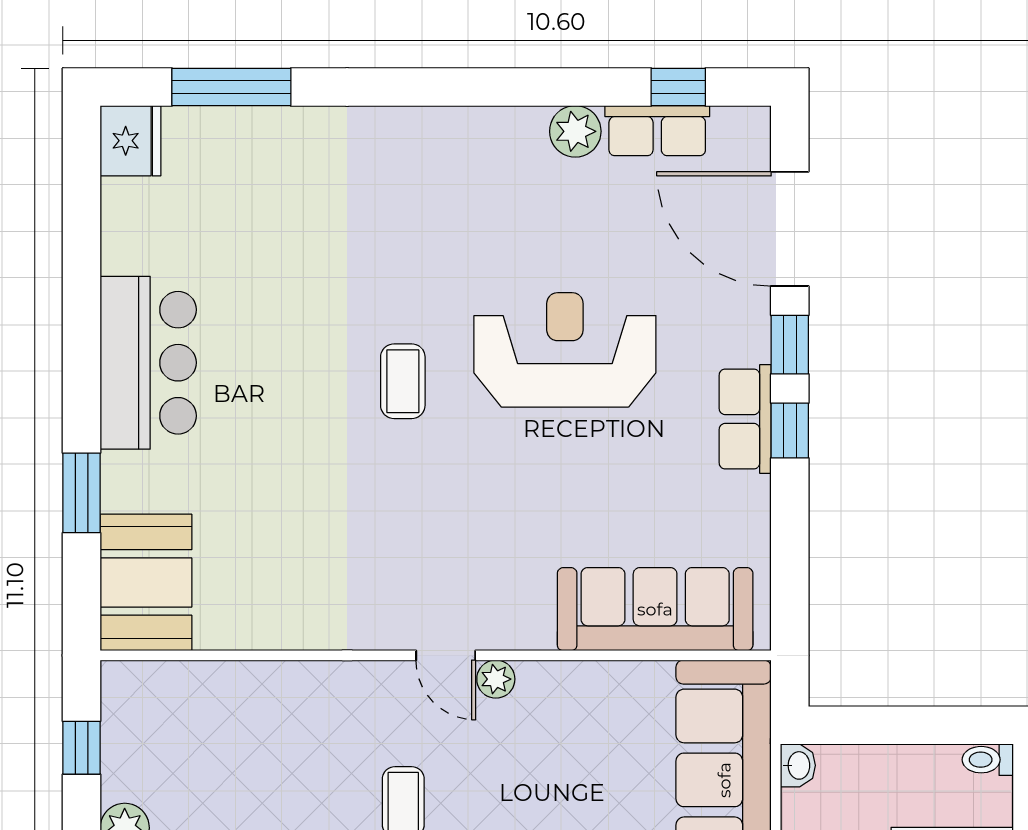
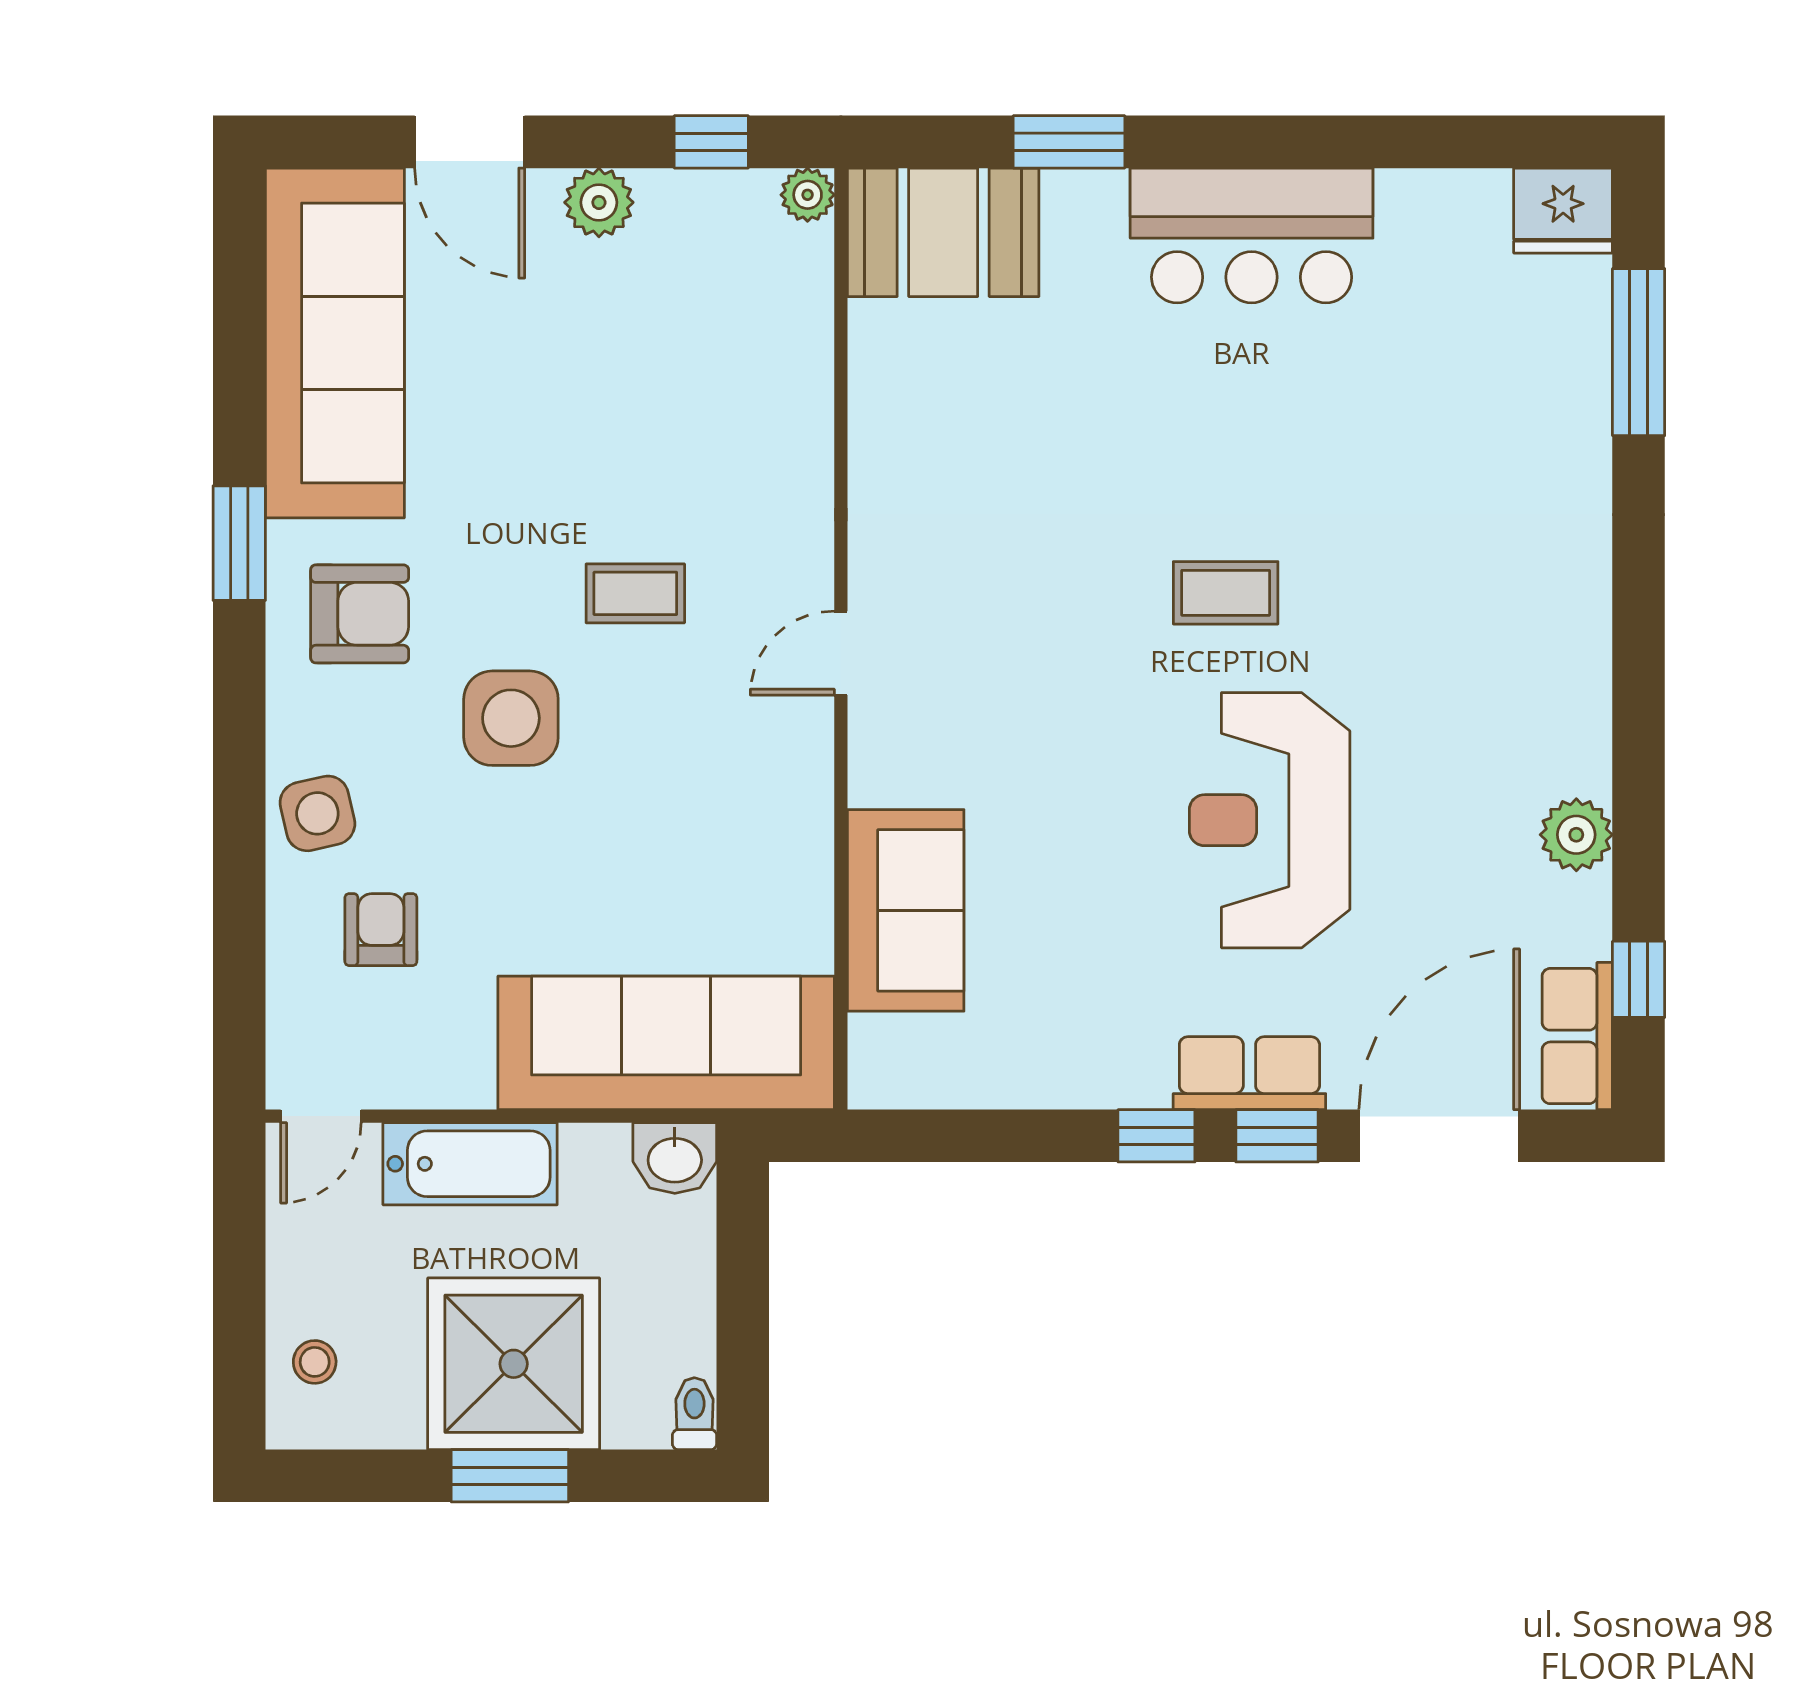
row of seats: (657, 131) -> (1577, 1036), moved
reception desk: (565, 350) -> (1270, 820), turned 180
row of seats: (745, 419) -> (1249, 1073), moved
sofa: (655, 609) -> (906, 910), width x0.73
plant: (496, 679) -> (808, 195), moved
washbasin: (798, 765) -> (675, 1158), width x1.38, depth x1.45

